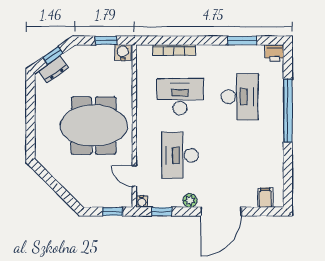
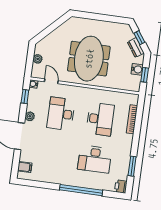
water cooler: (123, 53) -> (137, 69), moved
dresser: (53, 69) -> (136, 48), moved
desk: (180, 155) -> (61, 114), turned -90
door: (134, 176) -> (51, 81), hinge flipped
plant: (104, 201) -> (38, 59), added
window: (113, 212) -> (29, 63), removed

